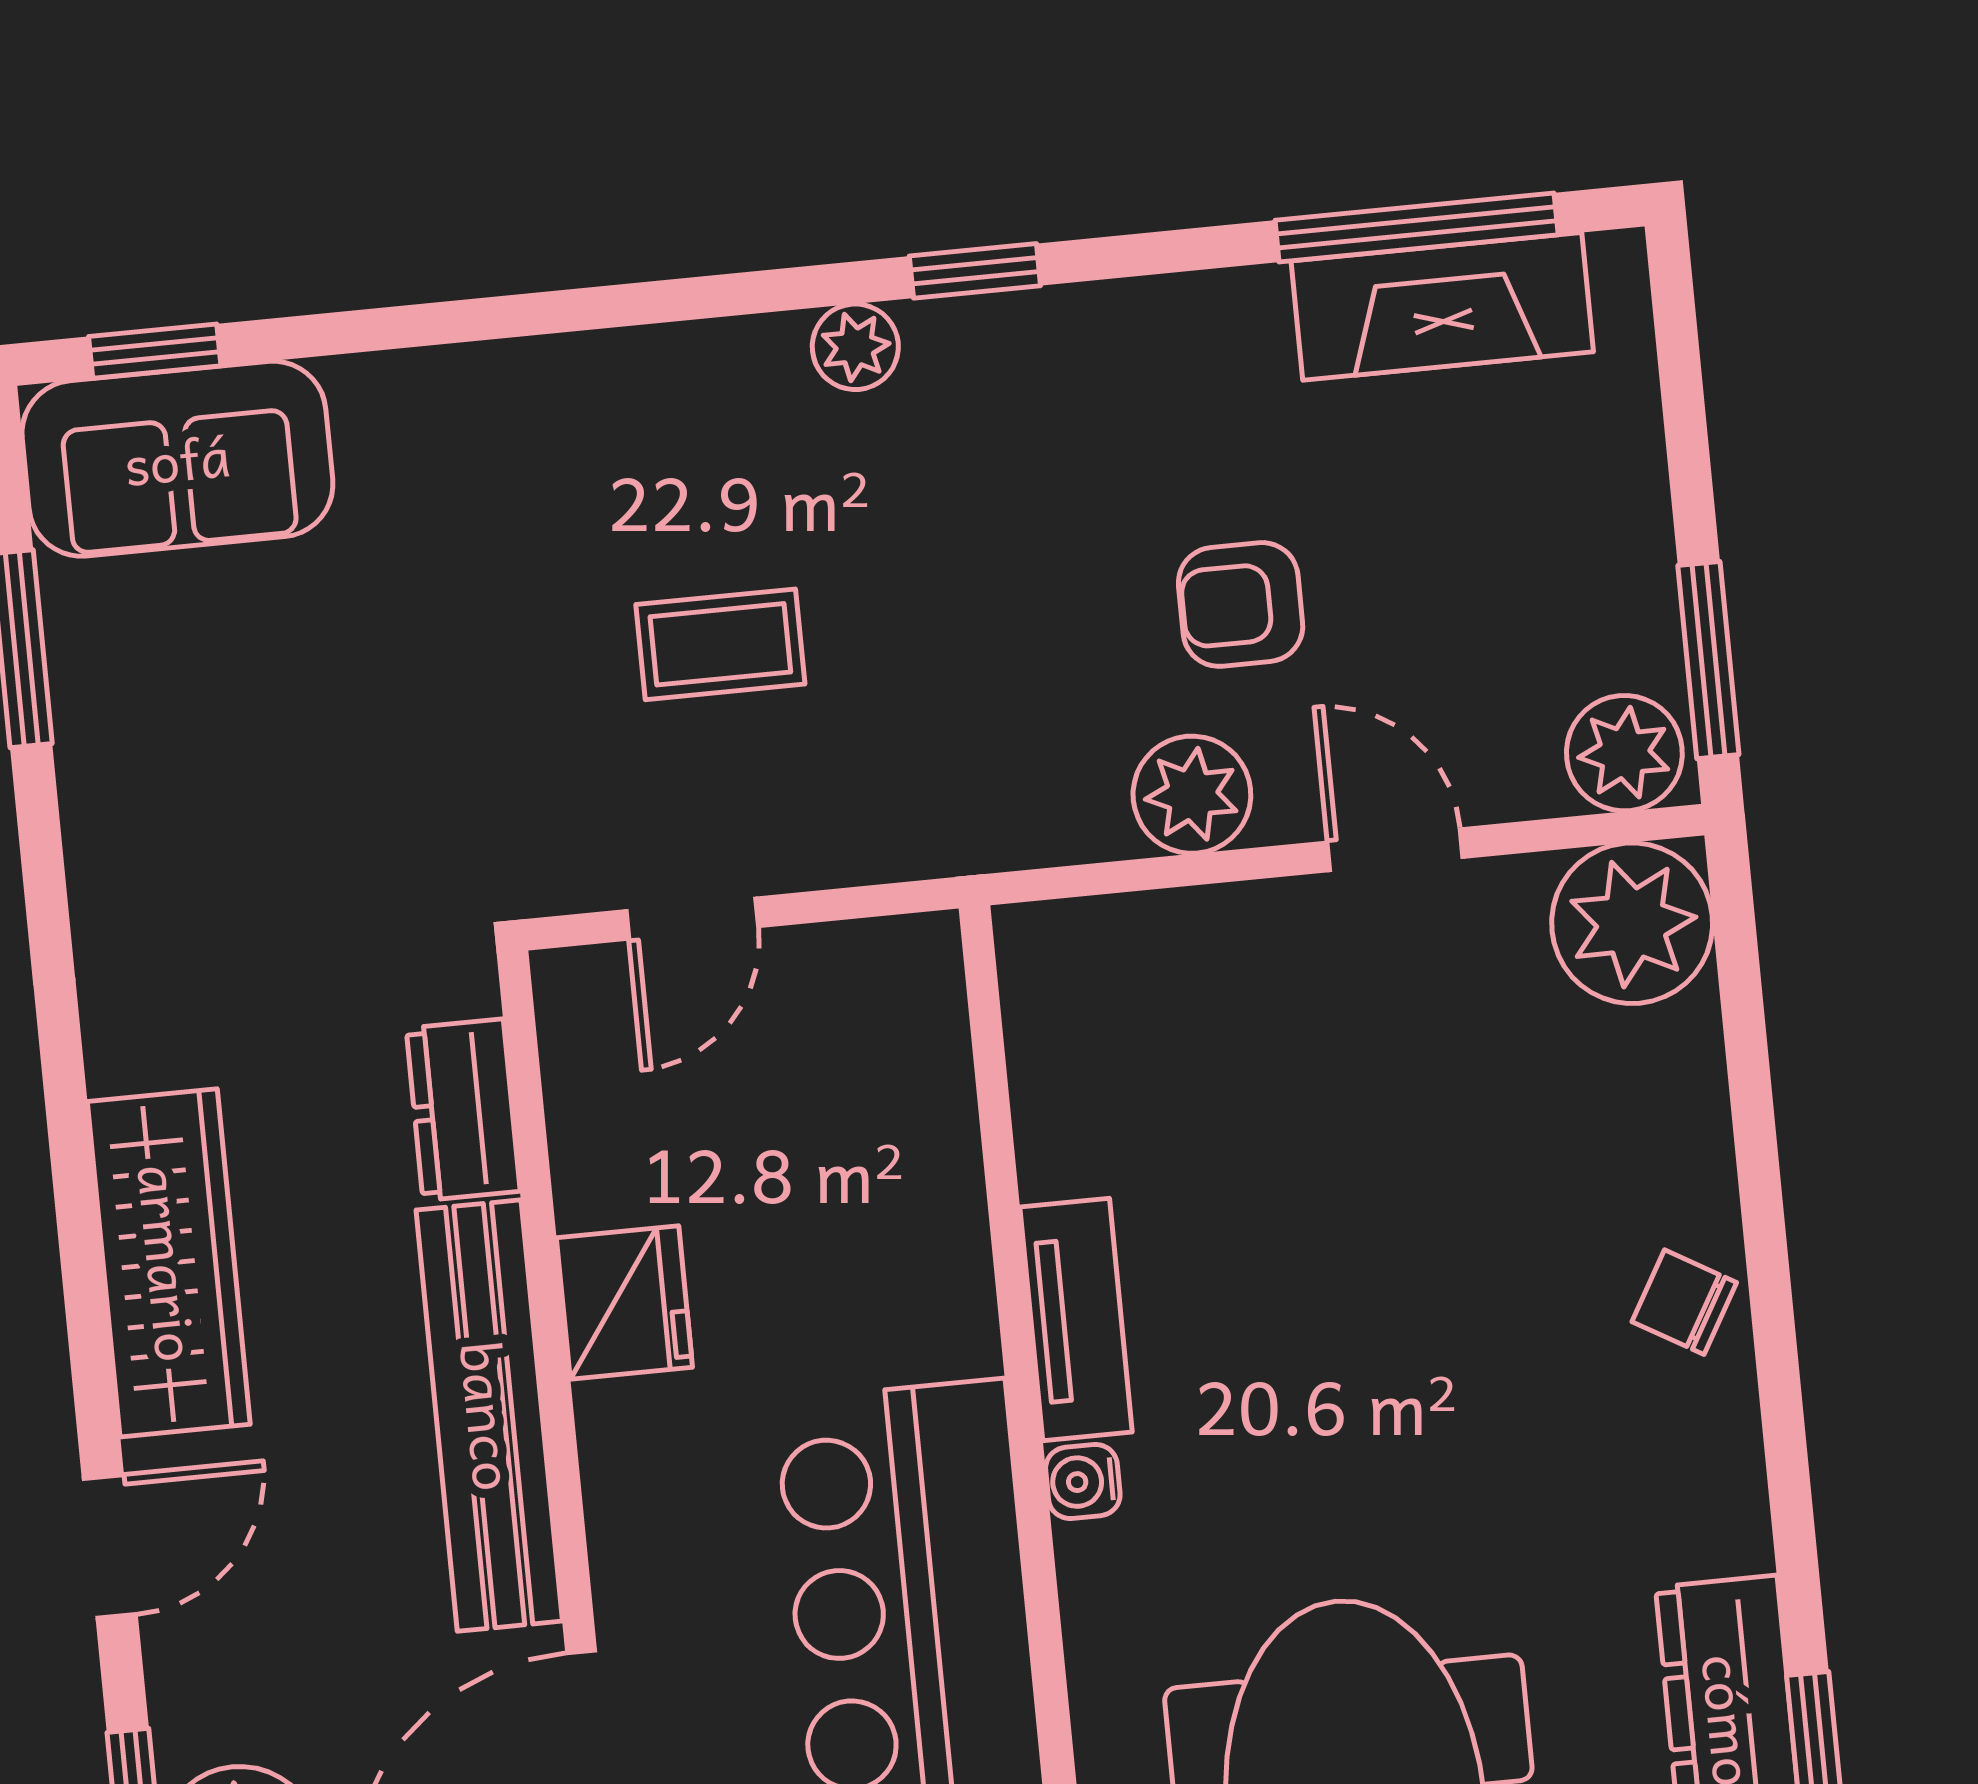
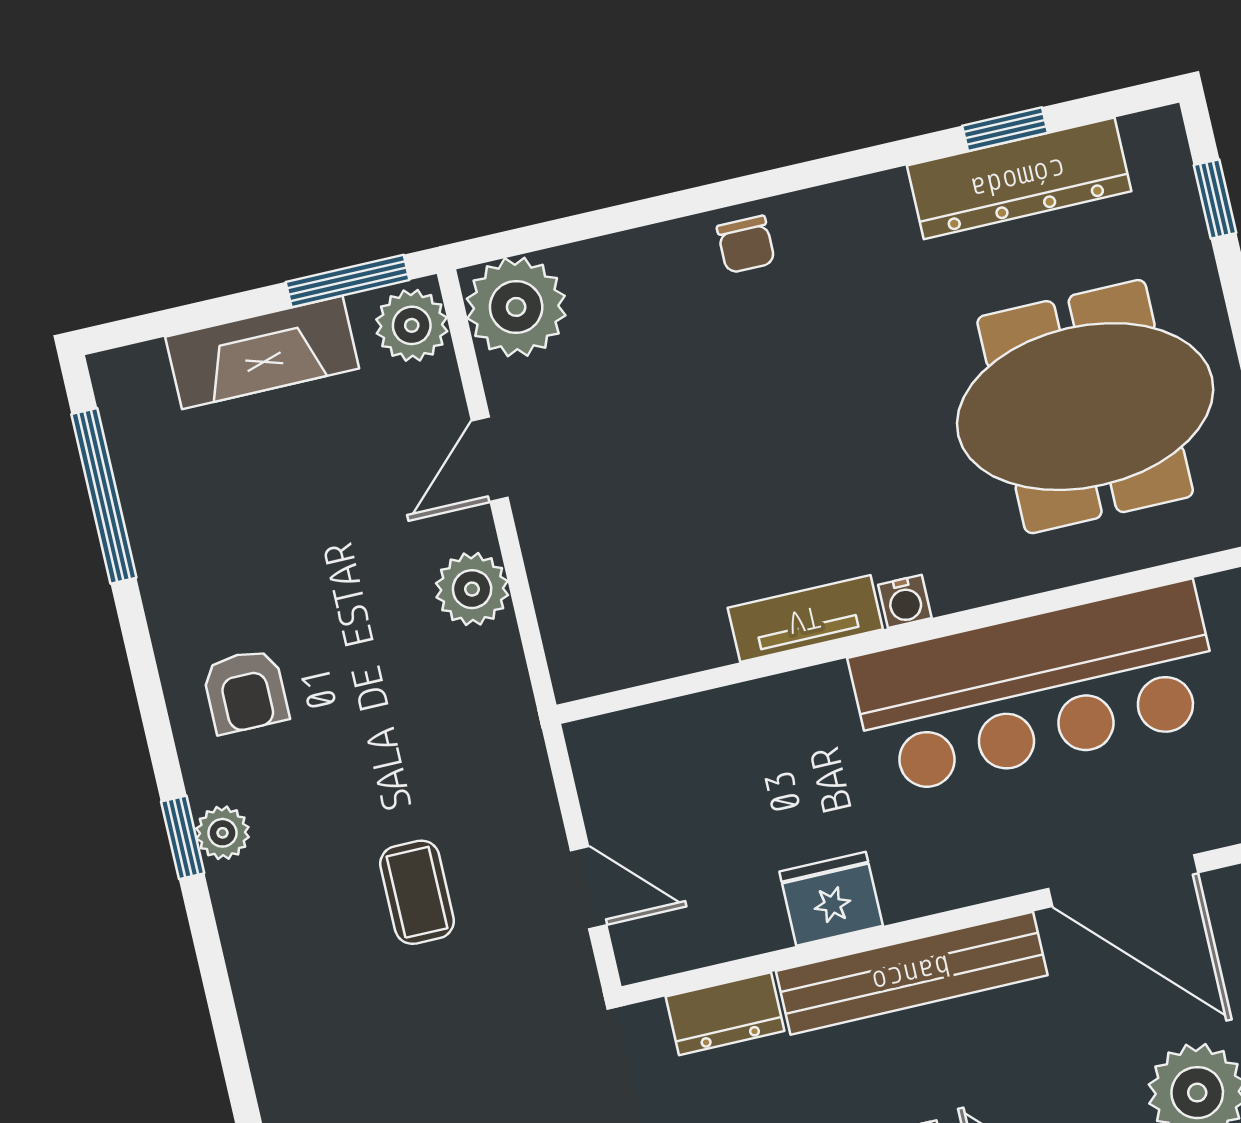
window: (975, 271) -> (183, 837), moved
fireplace: (1442, 306) -> (262, 353), moved, turned 90
armchair: (1241, 604) -> (245, 691), moved
chair: (1684, 1302) -> (746, 244), turned -30

